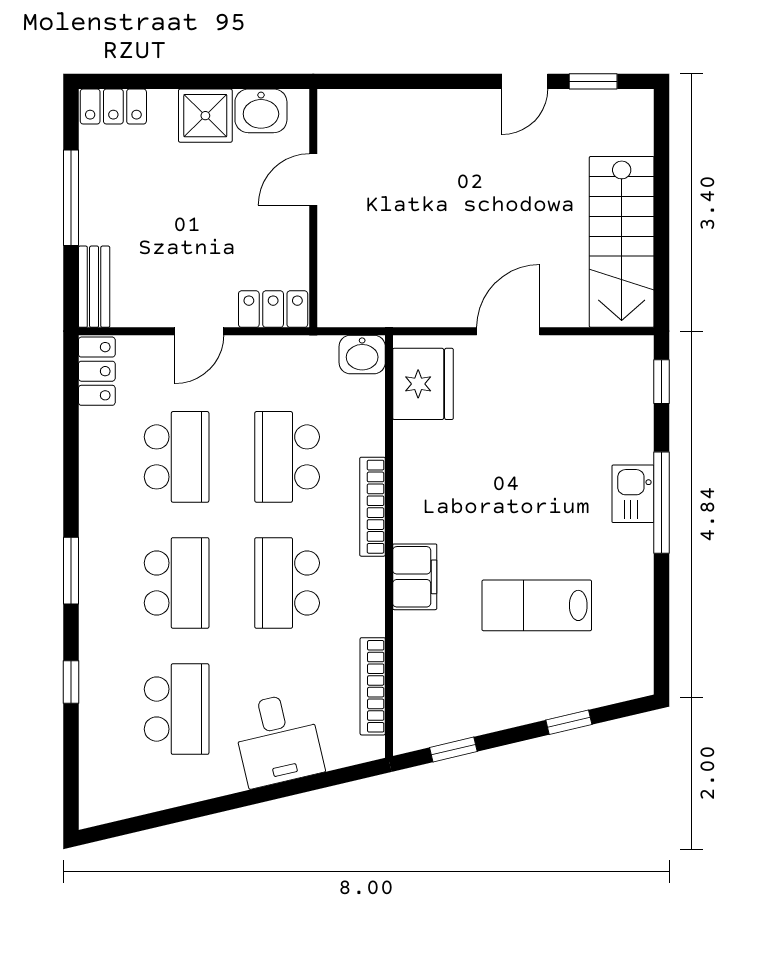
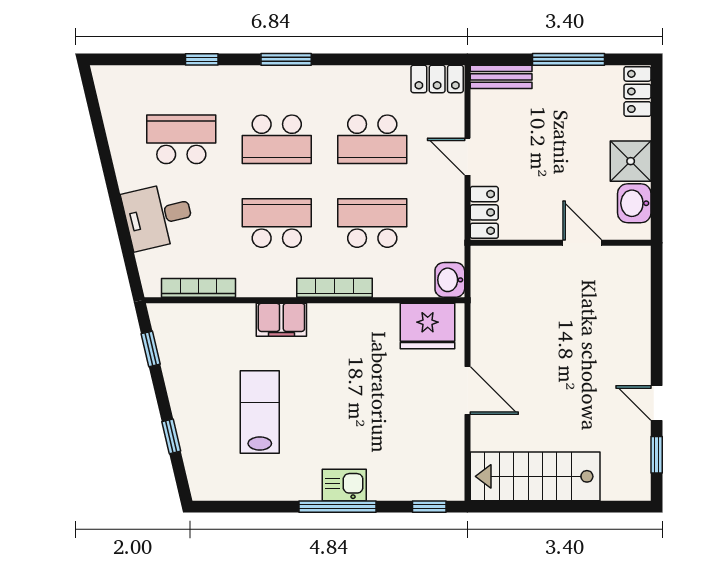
school desk: (177, 709) -> (181, 139), turned 180

